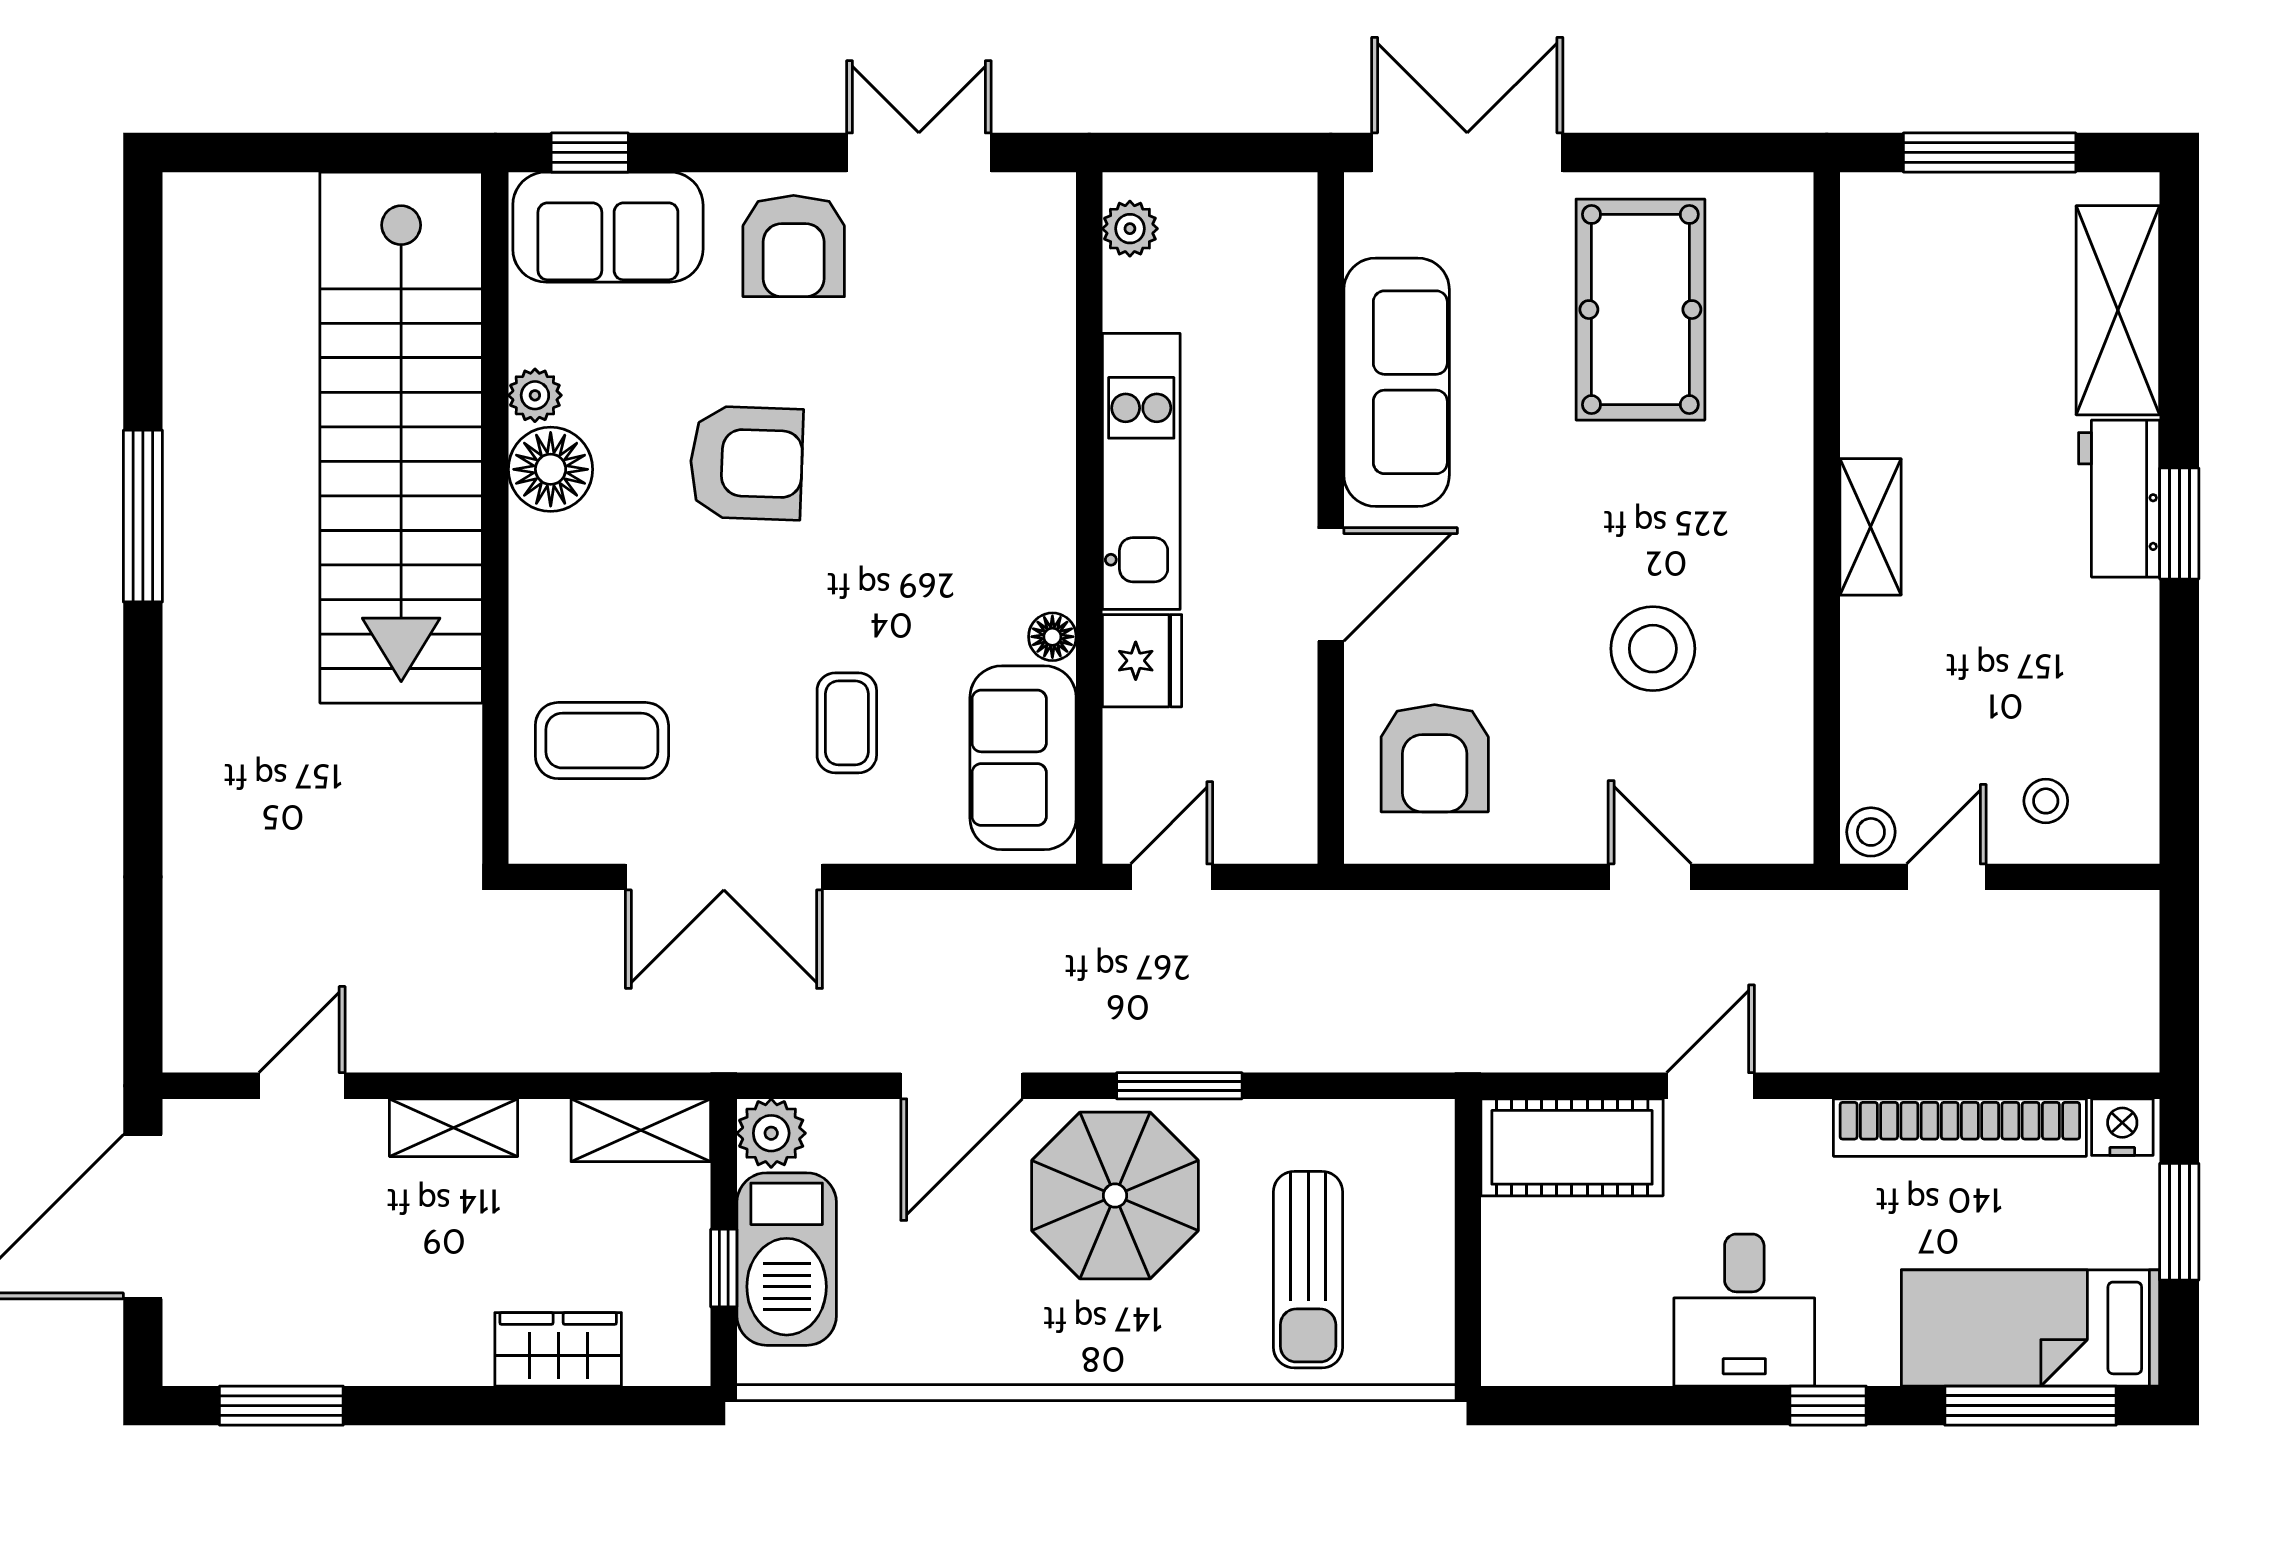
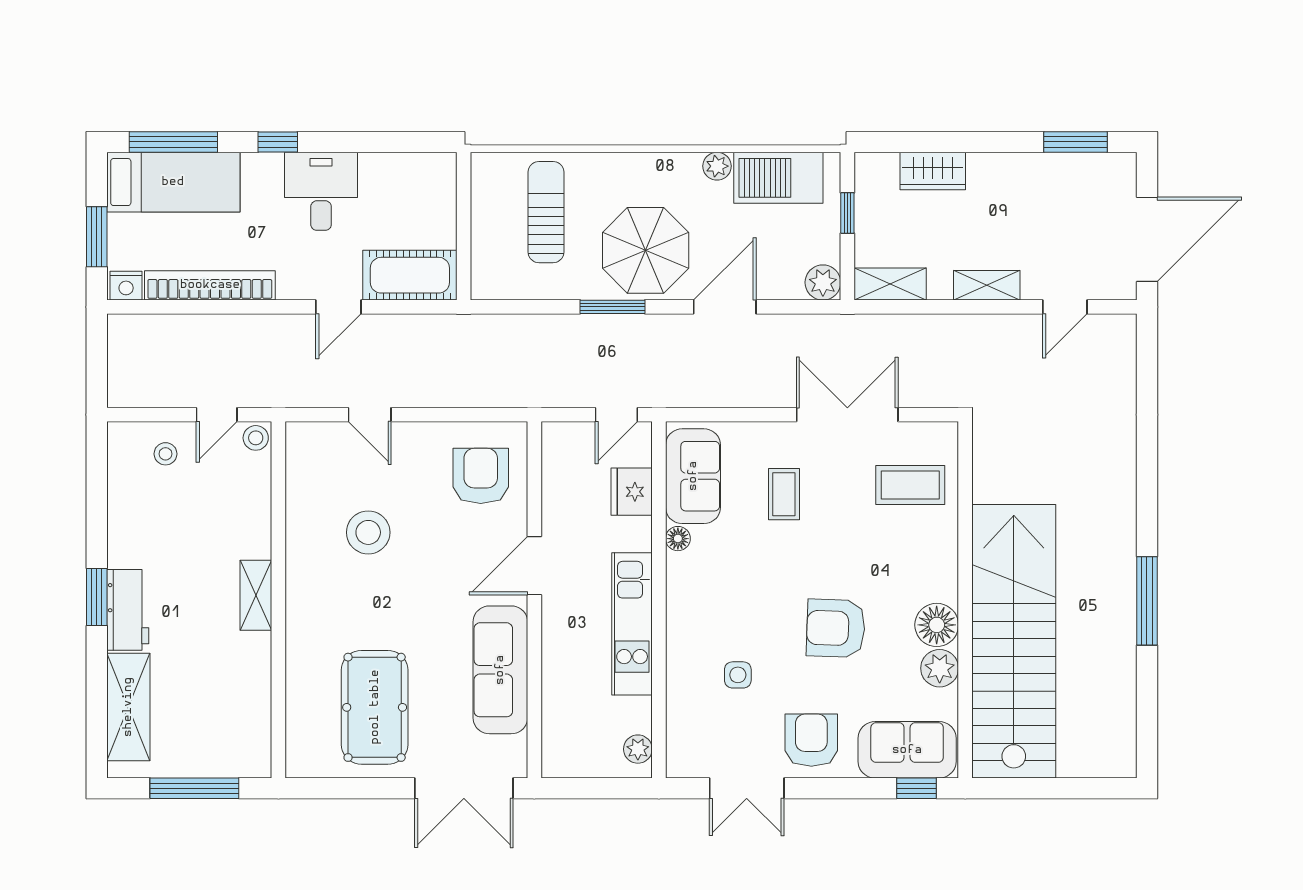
side table: (936, 372) -> (738, 675), added
plant: (535, 395) -> (940, 668), width x1.38, depth x1.38
fridge: (1142, 661) -> (632, 492), moved
barbecue: (787, 1259) -> (778, 178), moved, turned -90
plant: (977, 1359) -> (717, 166), added

